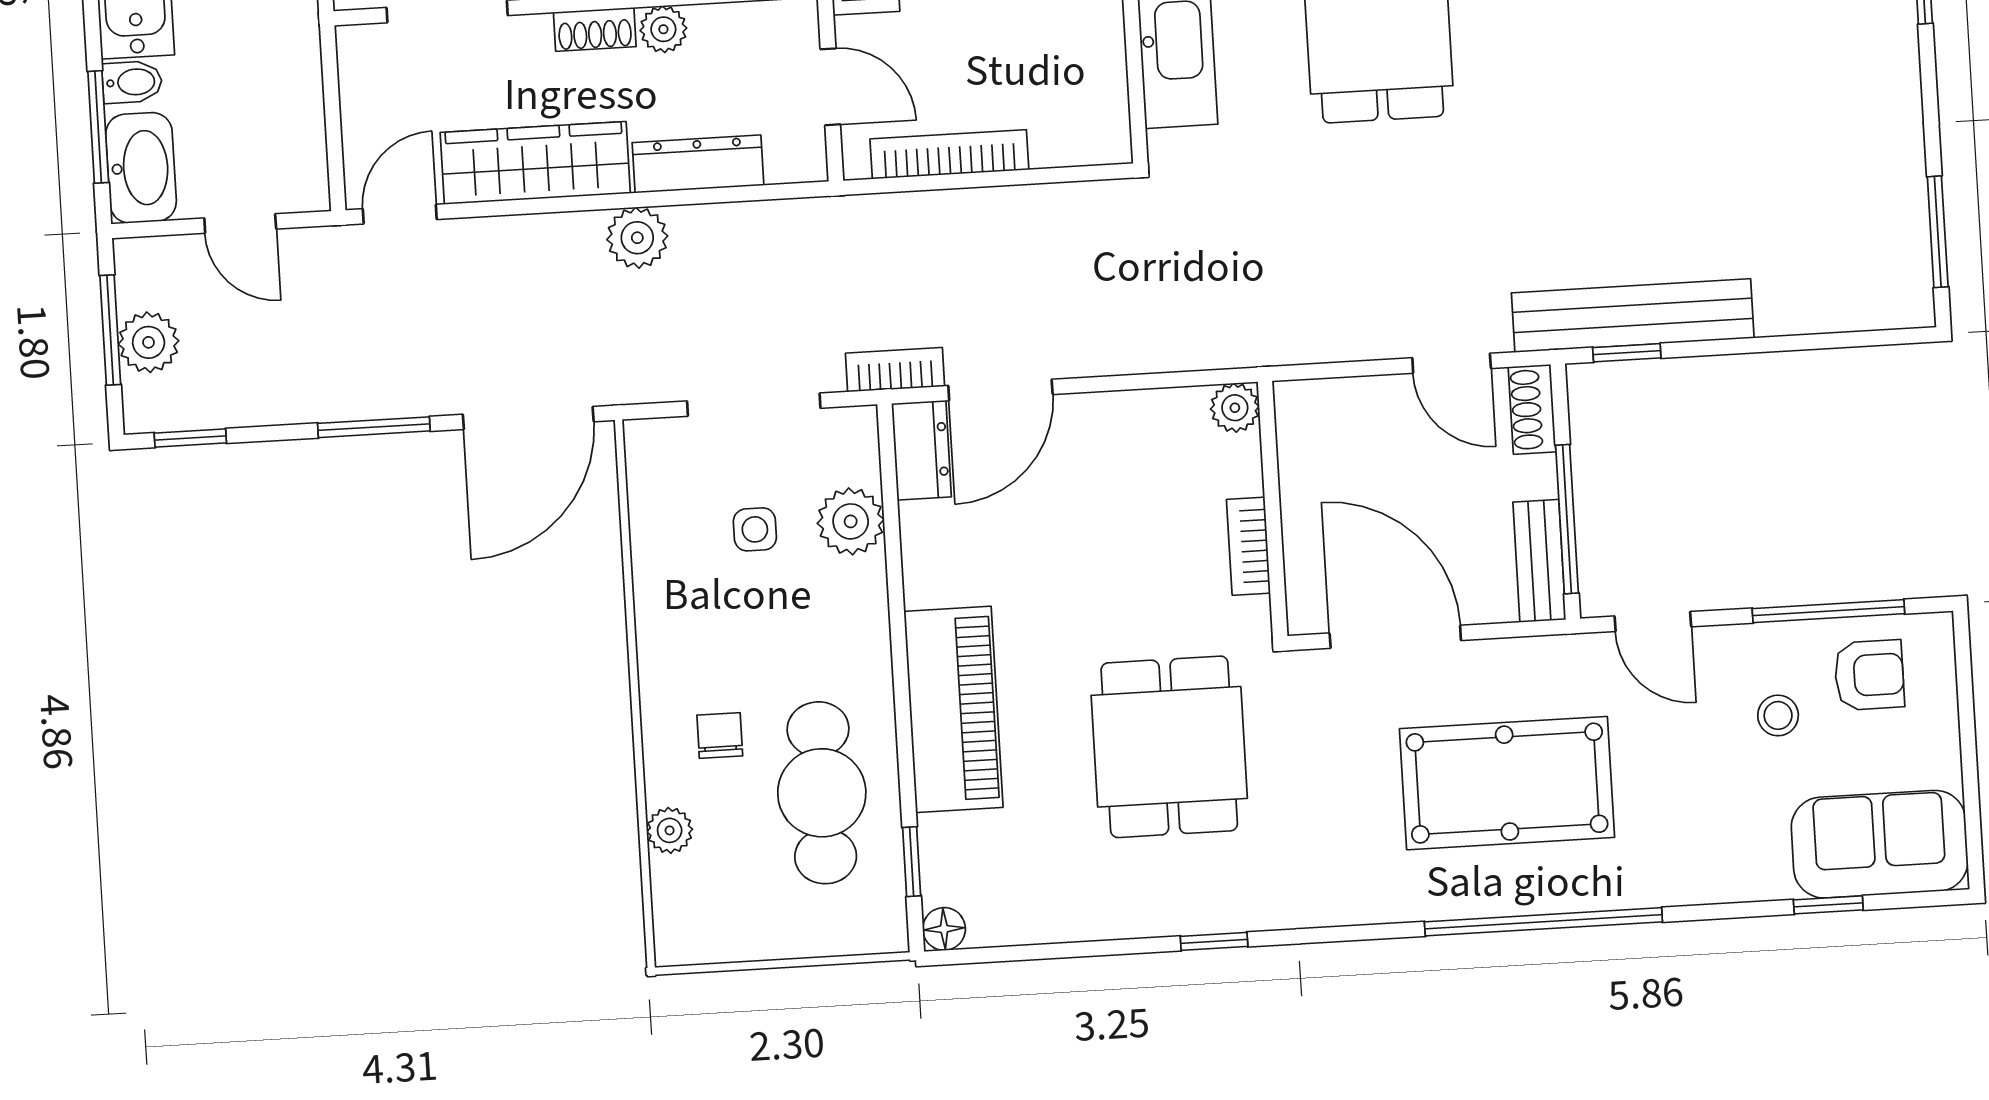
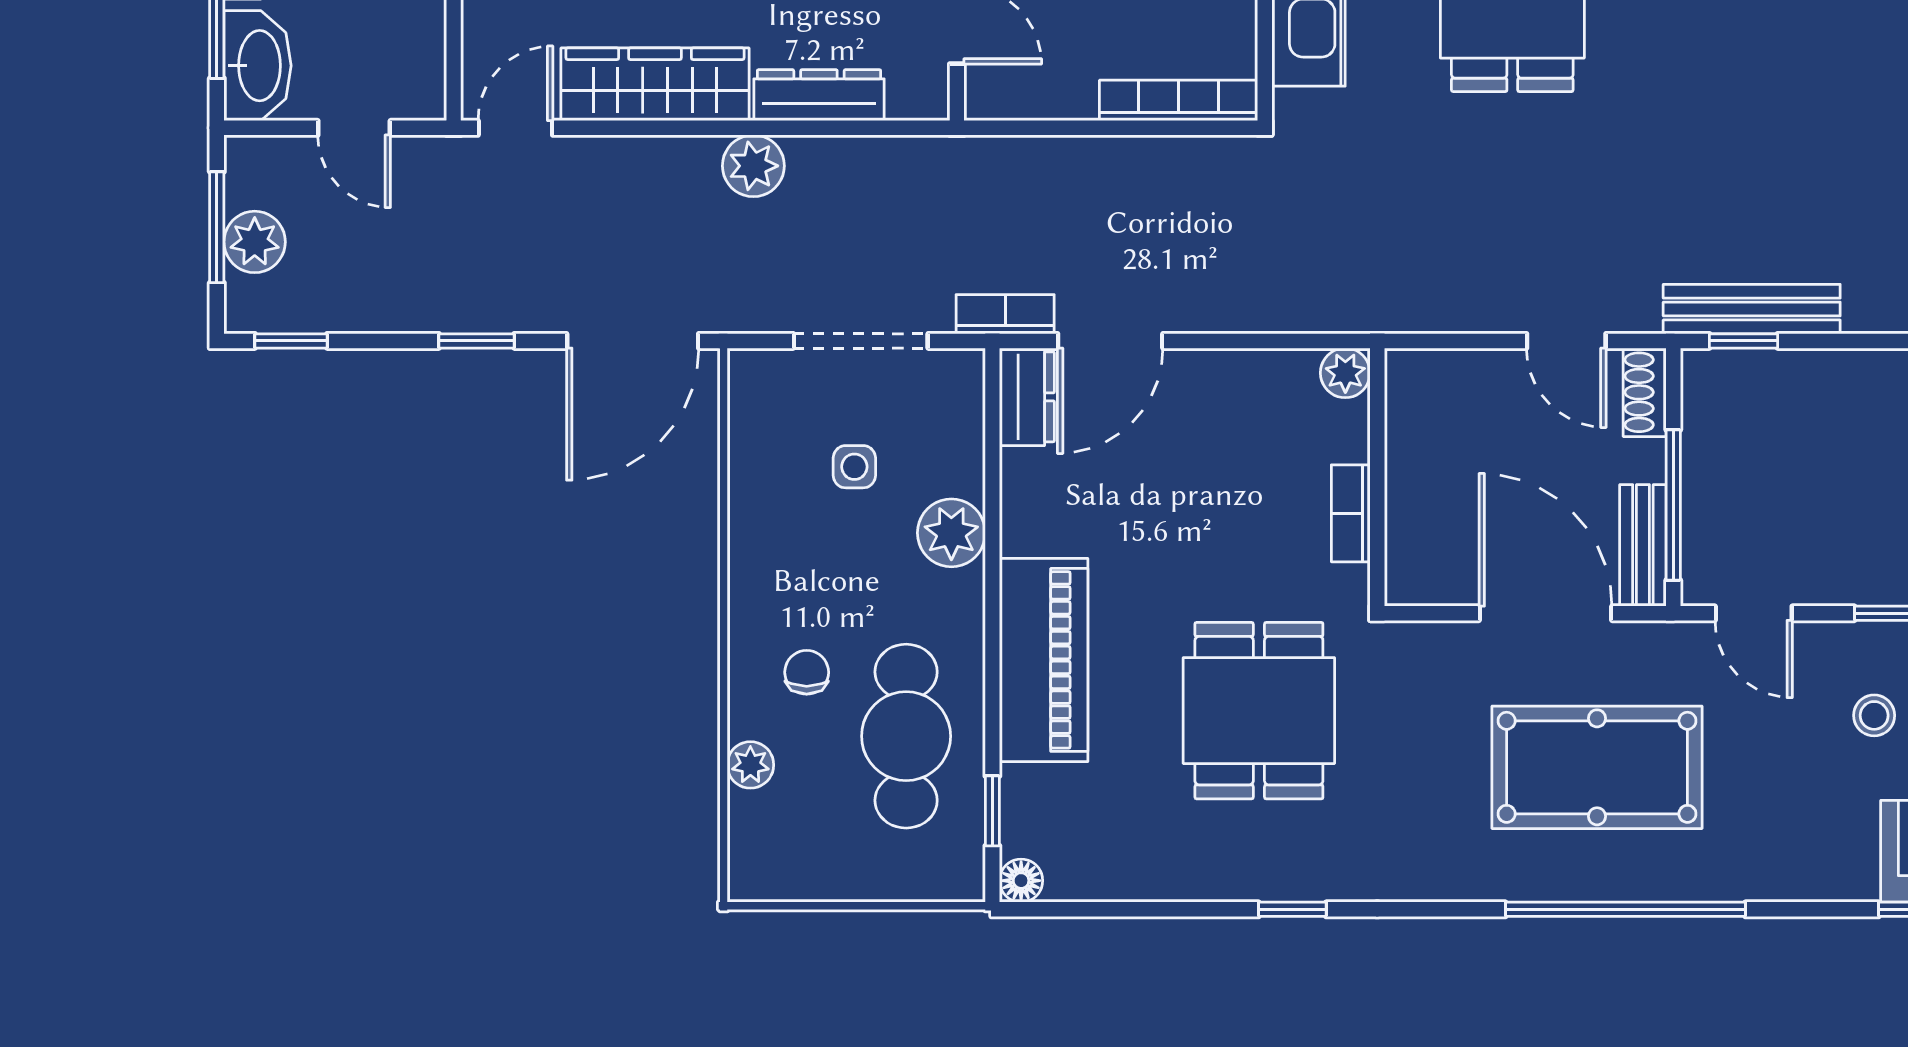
bookcase: (949, 154) -> (1179, 100), moved
bench: (1633, 315) -> (1752, 309), width x0.73, depth x0.82
window: (374, 427) -> (477, 341), width x0.67
plant: (851, 521) -> (951, 533), moved
door: (1395, 637) -> (1546, 613), moved

